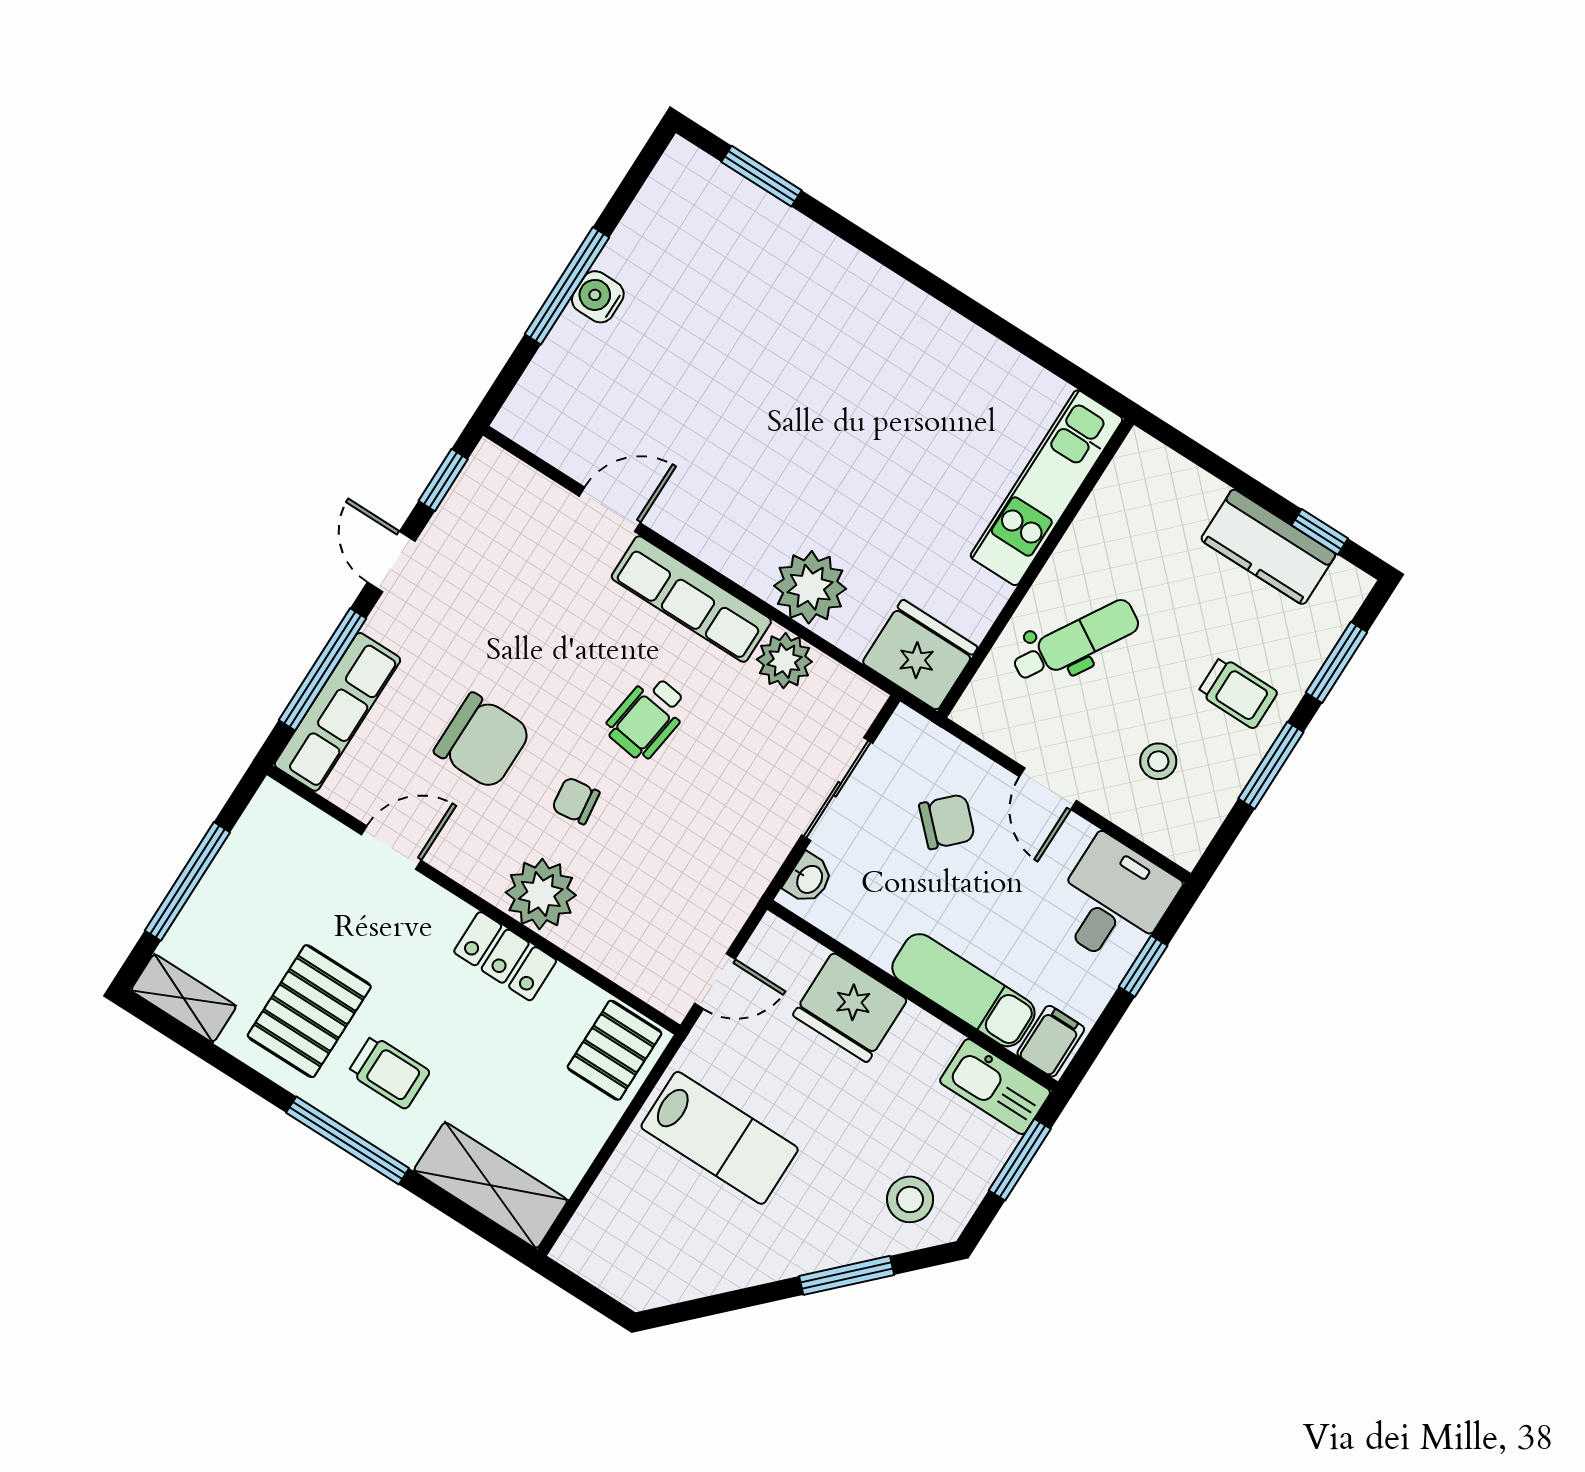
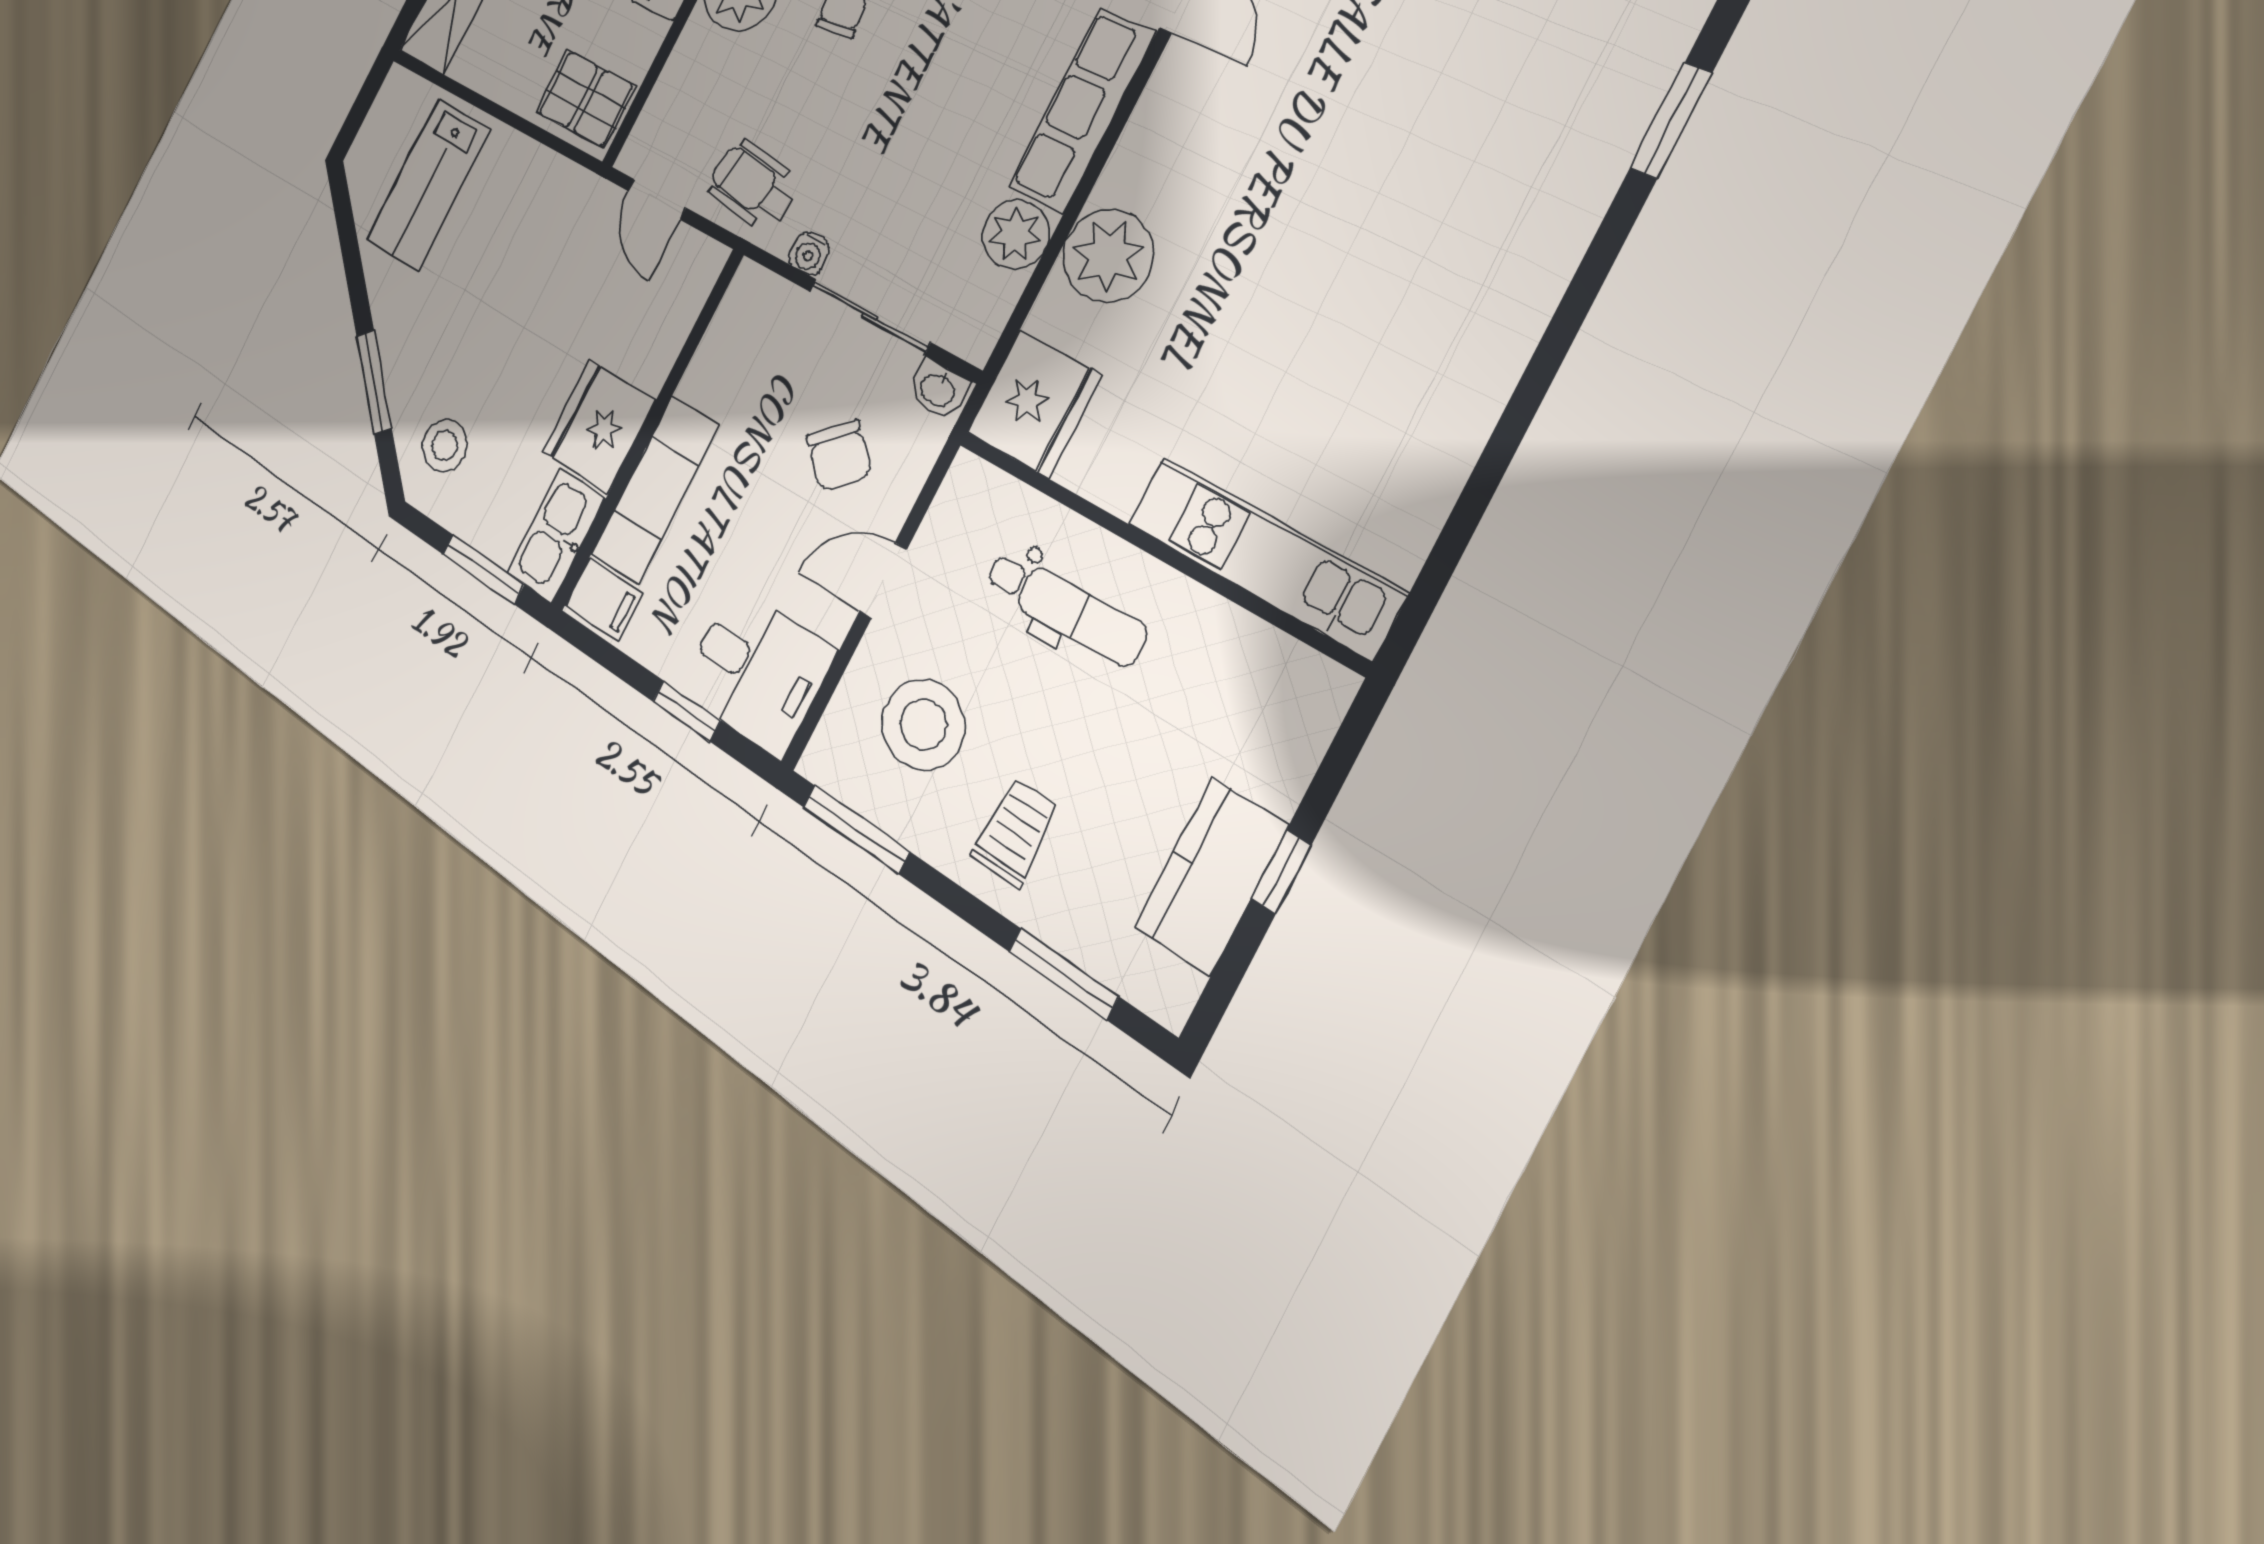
window: (1320, 532) -> (1281, 872), moved
dental chair: (1076, 641) -> (1065, 608), turned -33
trolley: (1238, 693) -> (1015, 832), turned 180
wheelchair: (647, 718) -> (754, 186), moved
stool: (1158, 761) -> (923, 724), width x1.89, depth x1.89
window: (1271, 765) -> (856, 829), moved
water cooler: (779, 840) -> (809, 253), added
washbasin: (809, 879) -> (938, 389), moved
fridge: (850, 1007) -> (599, 426), moved
lab bench: (720, 1138) -> (428, 185), moved

